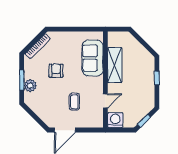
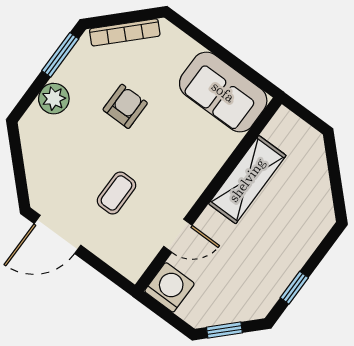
sofa: (93, 58) -> (223, 92), moved, turned -90
window: (157, 78) -> (294, 288), moved
window: (22, 80) -> (60, 55), moved

